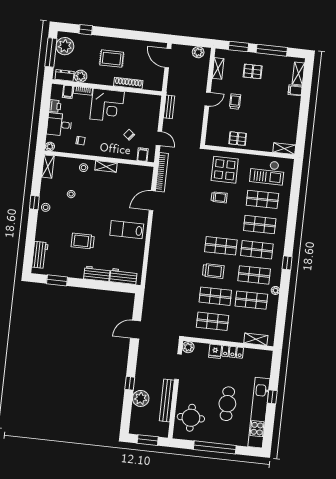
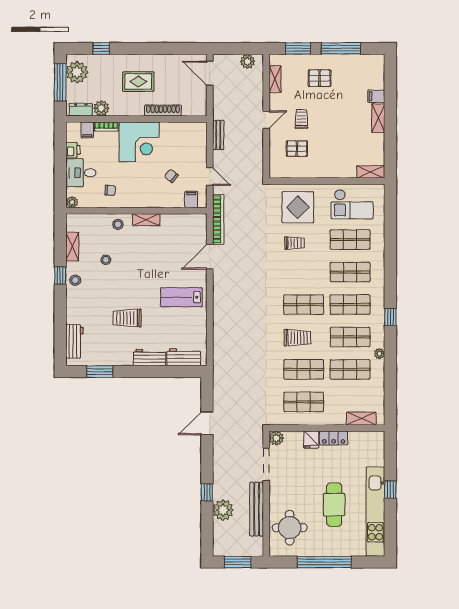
shelving: (298, 74) -> (378, 118), moved
pallet: (238, 139) -> (297, 149), moved
shelving: (48, 167) -> (72, 247), moved

